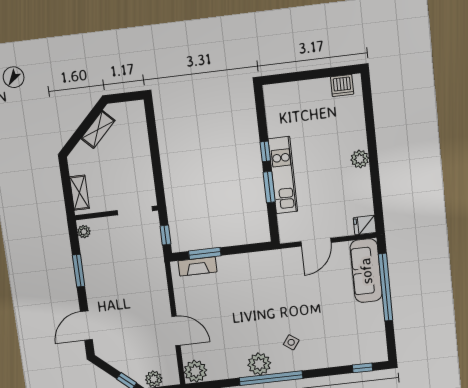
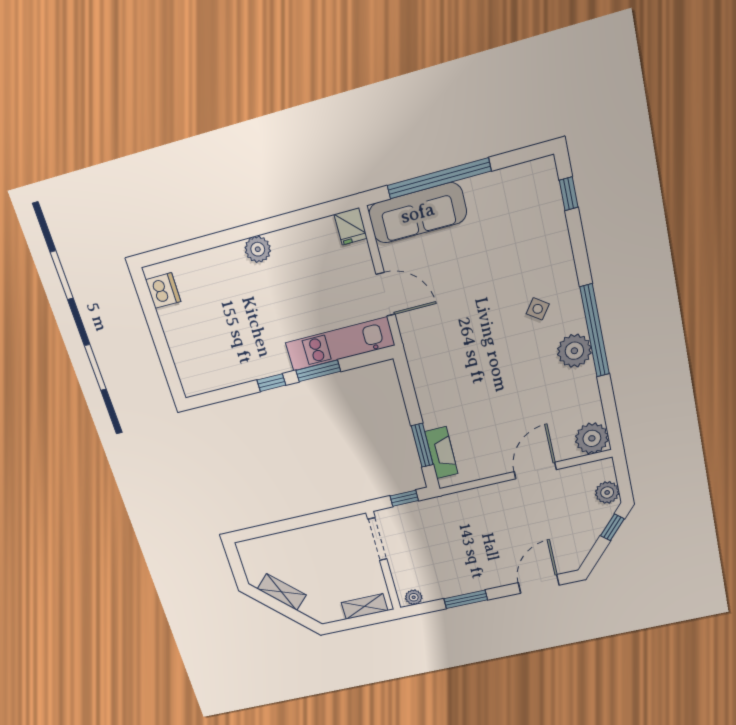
kitchen unit: (283, 175) -> (340, 344), moved
door: (86, 326) -> (539, 584), swing flipped

